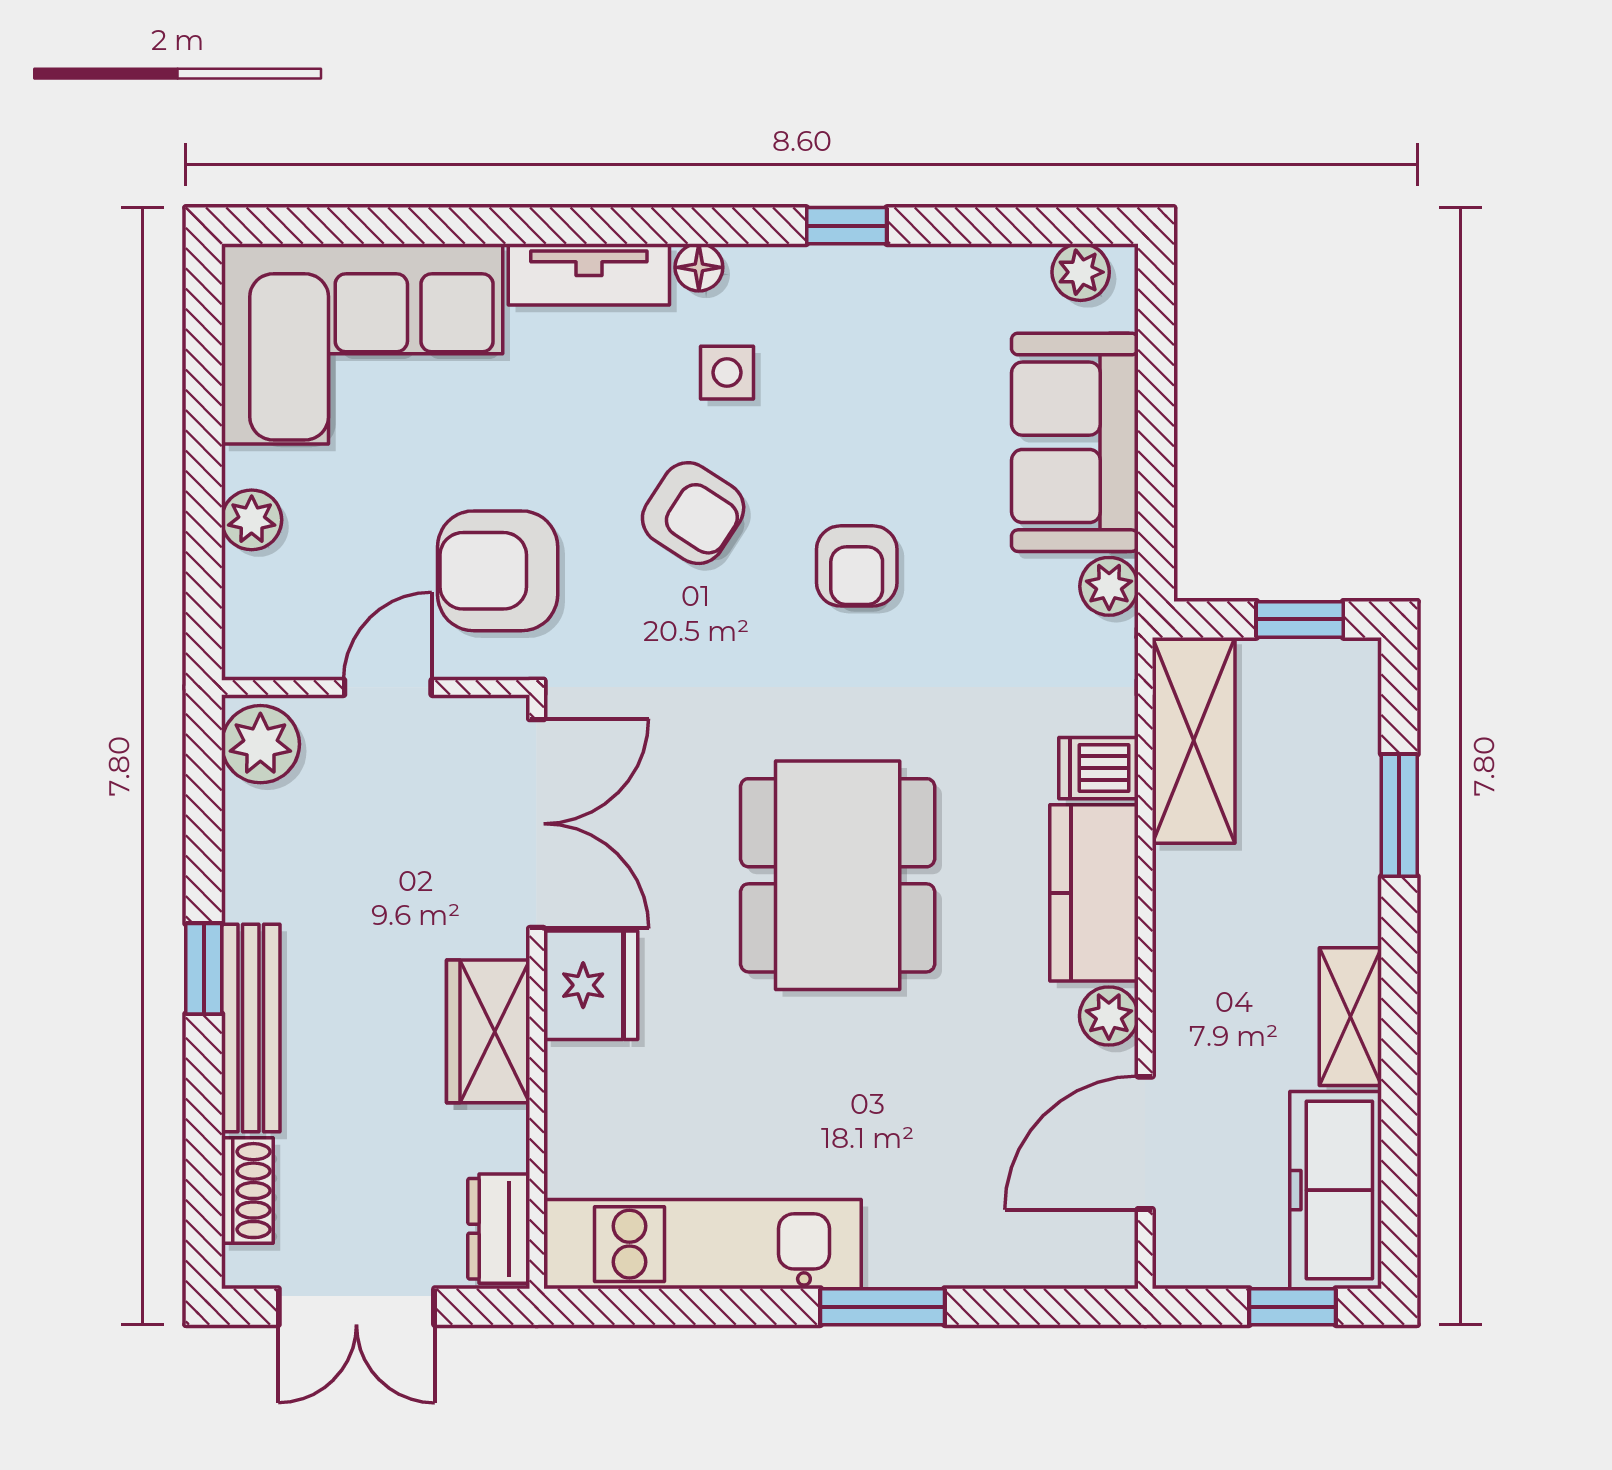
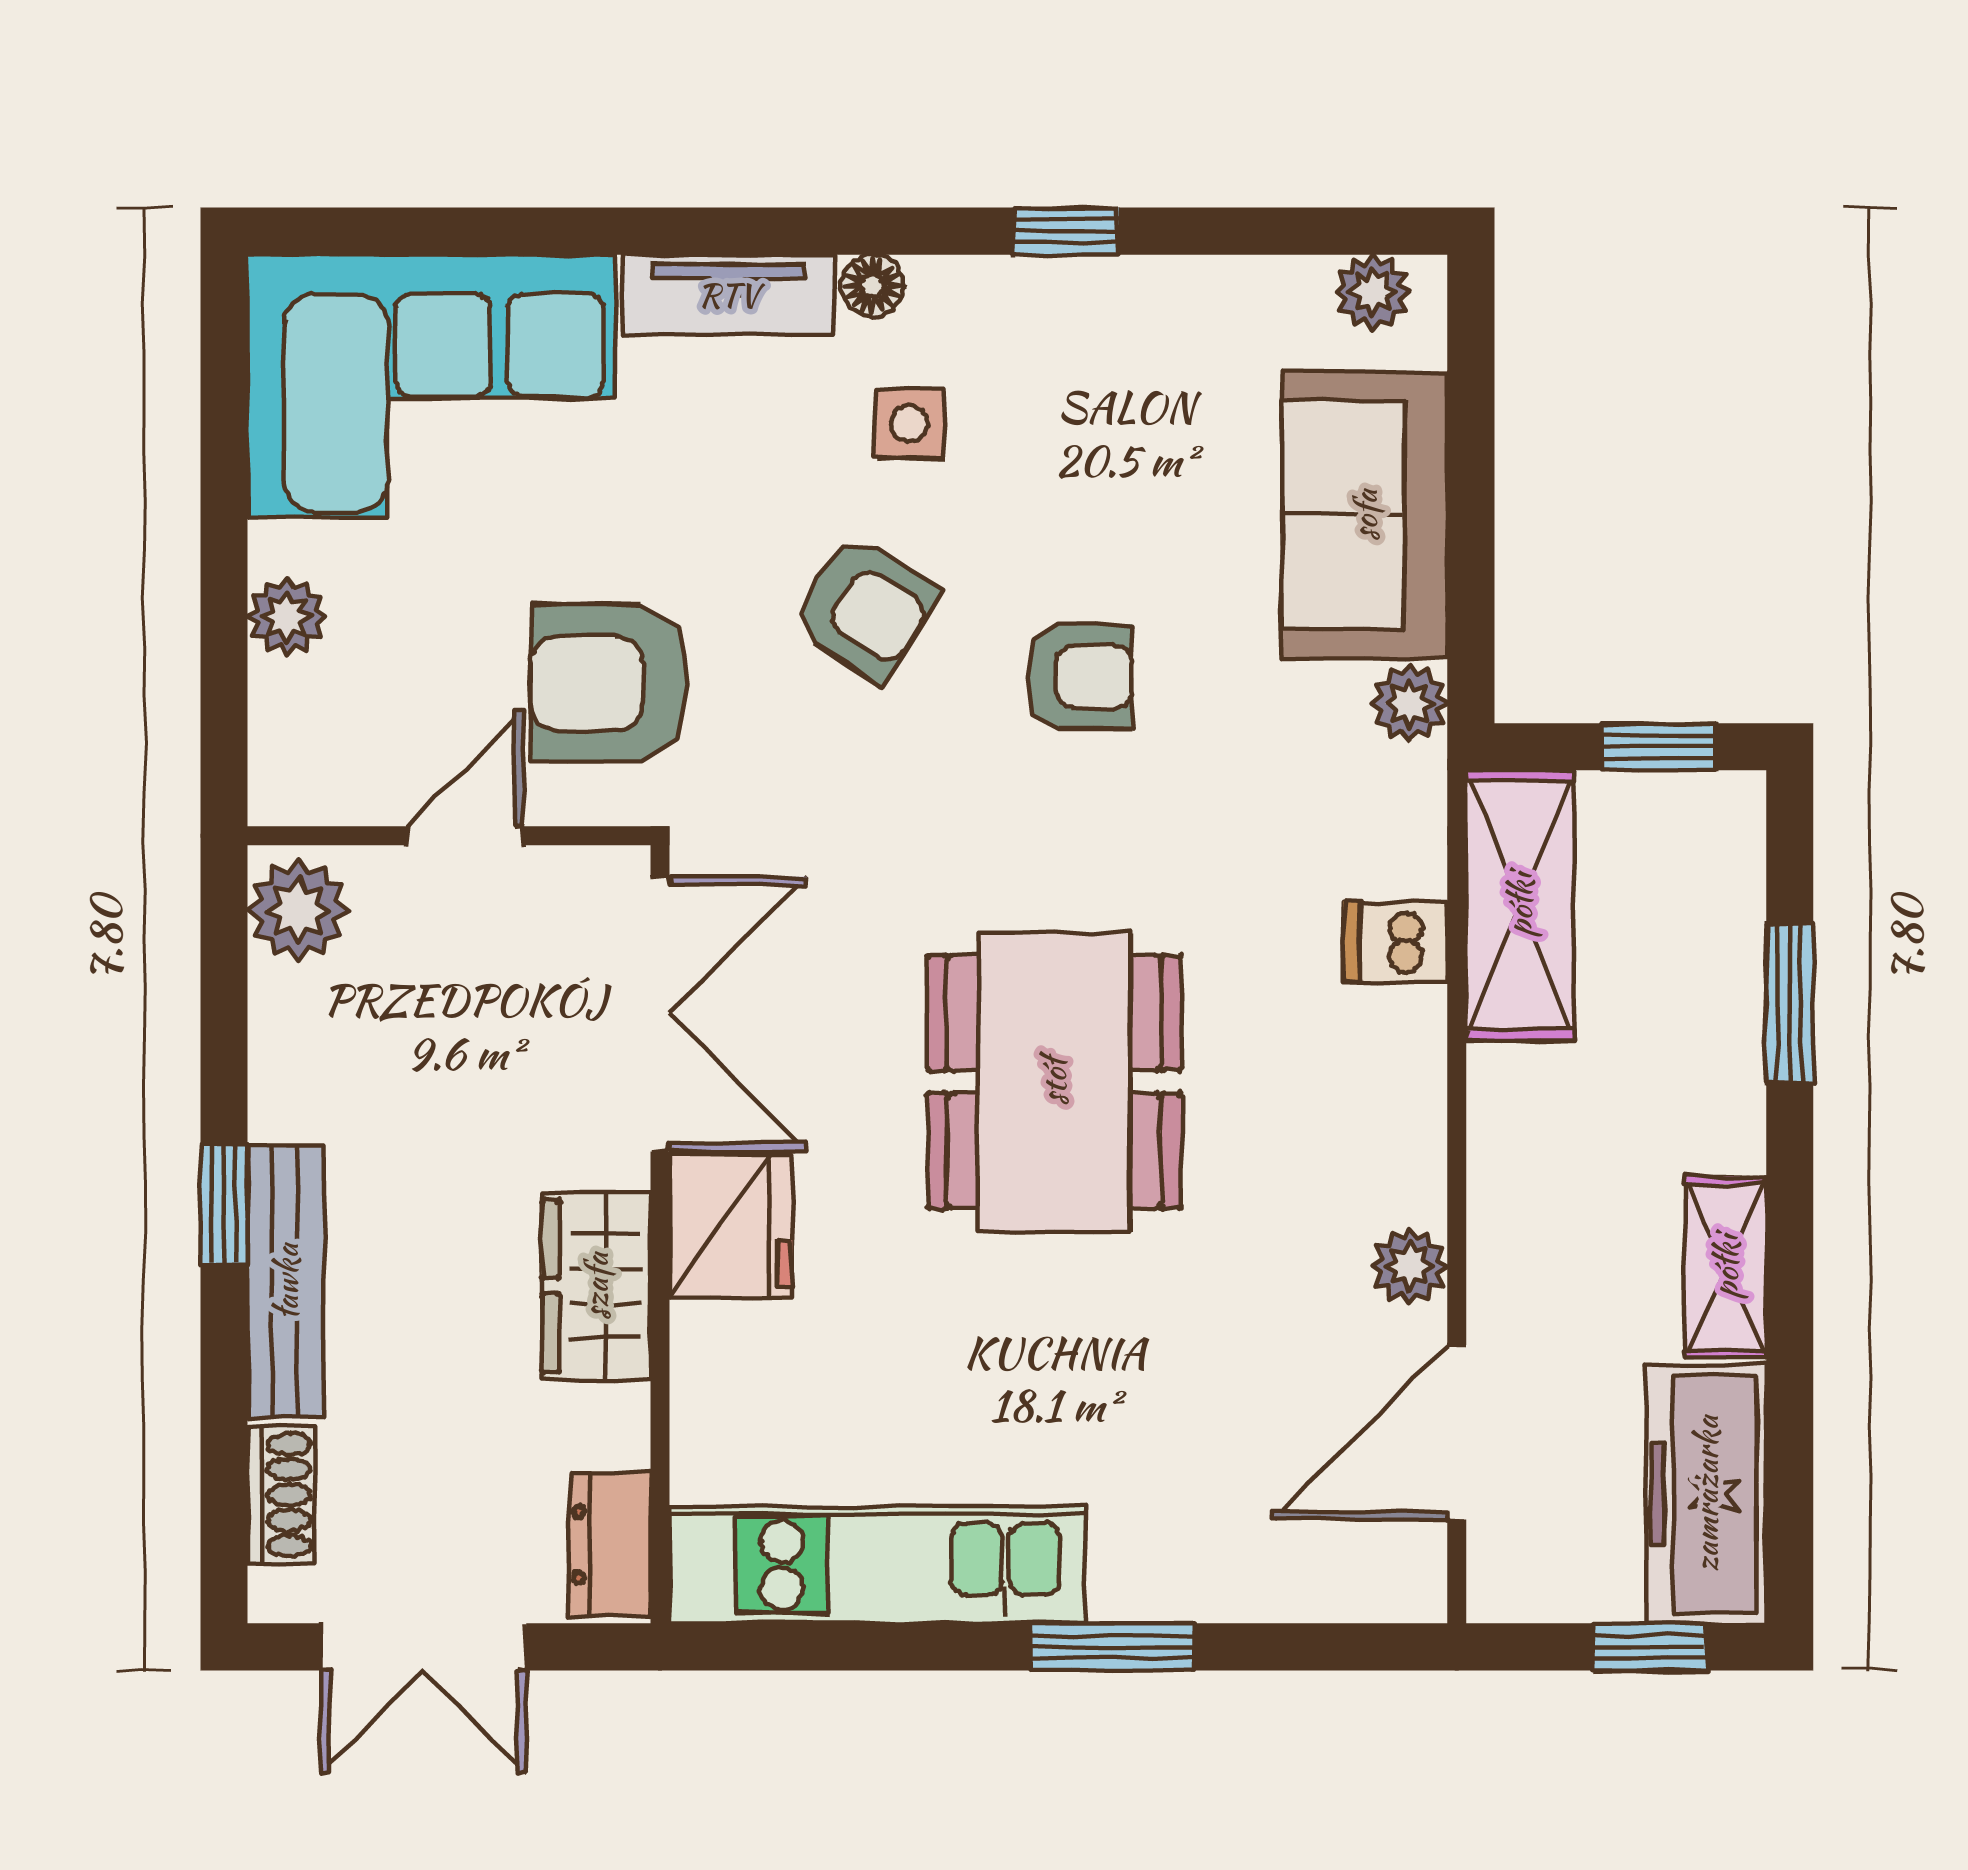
armchair: (857, 566) -> (1079, 677), turned -90
kitchen counter: (1094, 893) -> (1390, 1105), removed

